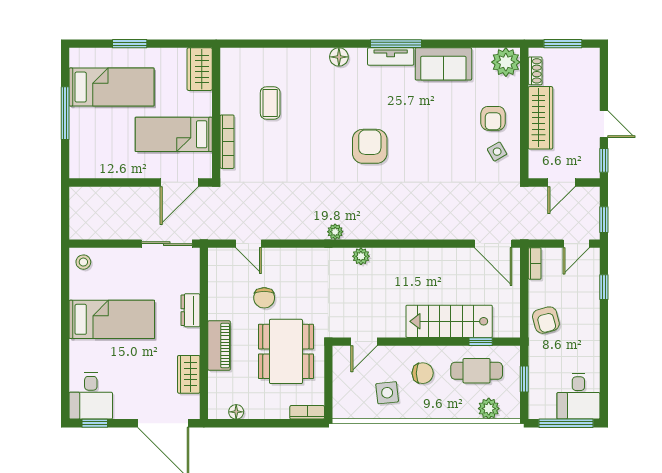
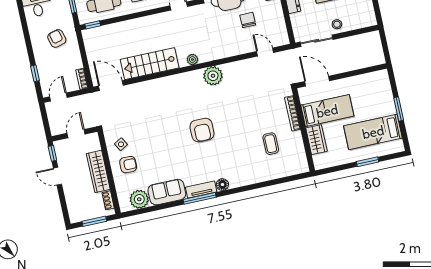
floor lamp: (339, 57) -> (222, 185), moved
plant: (506, 62) -> (139, 199), moved
wardrobe: (200, 69) -> (316, 140), moved
window: (65, 113) -> (399, 109), width x0.69
armchair: (493, 118) -> (128, 165), turned 90
door: (179, 182) -> (317, 81), hinge flipped
window: (604, 220) -> (44, 116), removed
plant: (335, 232) -> (213, 76), width x1.87, depth x1.87
stool: (83, 262) -> (337, 24), moved
armchair: (546, 320) -> (57, 38), moved
stairs: (449, 321) -> (150, 64), moved, turned 180
window: (481, 342) -> (93, 25), moved

